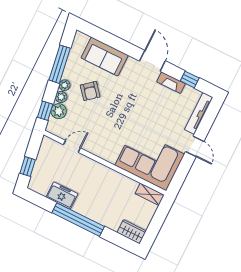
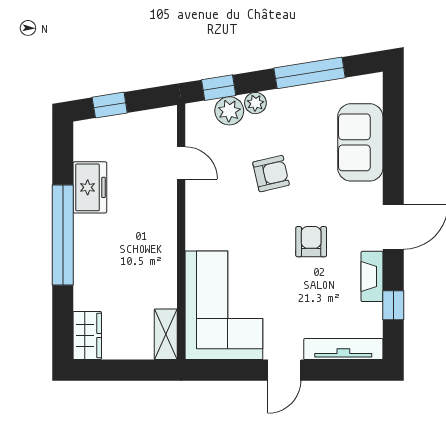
plant: (65, 85) -> (278, 99), removed
armchair: (90, 91) -> (271, 174), moved, turned -153
armchair: (140, 103) -> (311, 242), added

